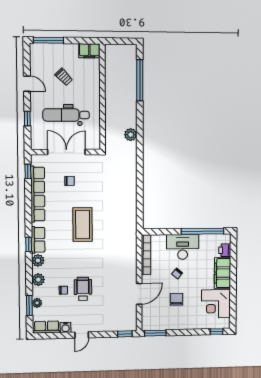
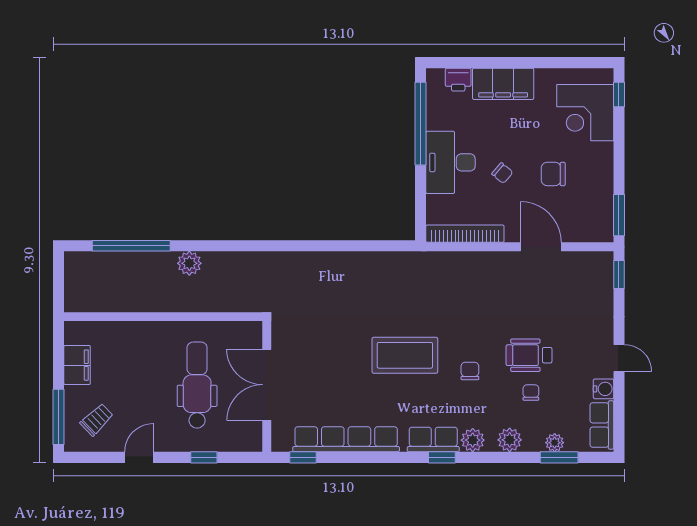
filing cabinet: (89, 51) -> (77, 365), moved
trolley: (64, 77) -> (97, 420), moved
dental chair: (66, 115) -> (197, 385), turned 180
plant: (131, 135) -> (189, 263), moved
chair: (70, 181) -> (470, 371), moved
corner desk: (216, 304) -> (585, 113), moved, turned 90

